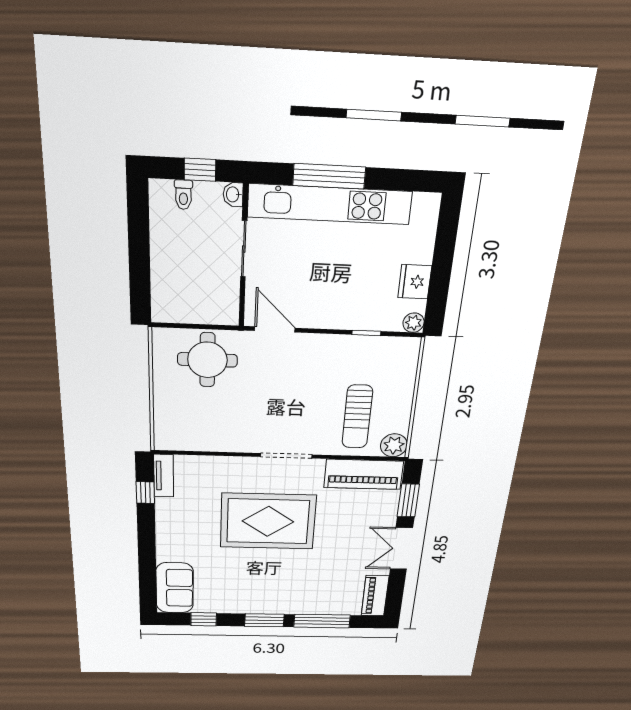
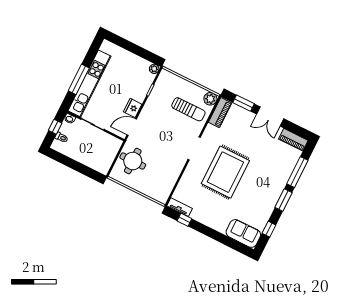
fridge: (415, 282) -> (133, 108), moved, turned 90
piano: (364, 474) -> (220, 113), width x0.73, depth x0.75

